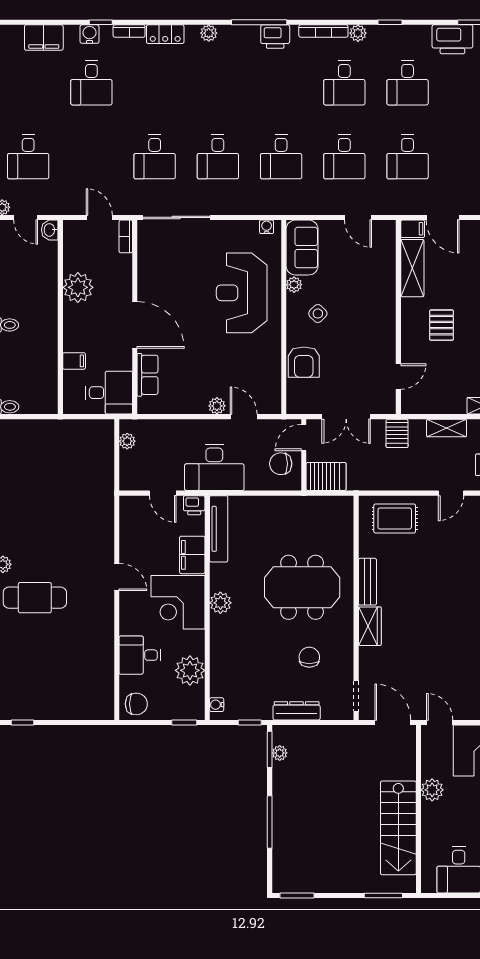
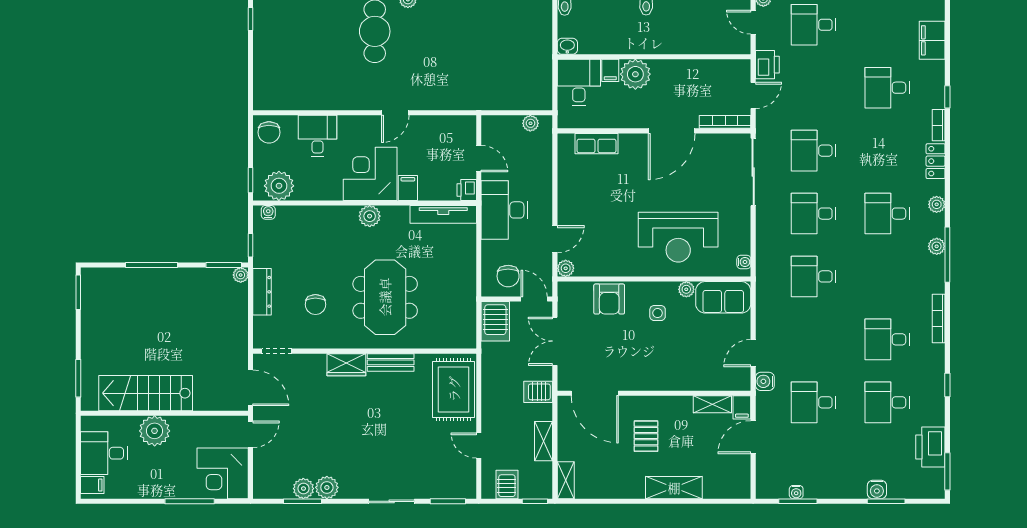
plant: (358, 33) -> (937, 246), moved
water cooler: (90, 34) -> (765, 381), moved, turned 180
printer: (275, 37) -> (767, 65), moved, turned 180
desk: (344, 157) -> (887, 214), moved
door: (26, 217) -> (753, 22), hinge flipped
washbasin: (50, 230) -> (567, 46), moved
bookcase: (126, 236) -> (725, 122), width x1.56
shelving: (412, 268) -> (712, 404), width x0.67, depth x0.75
plant: (78, 287) -> (635, 74), moved
reception desk: (242, 293) -> (678, 237), turned 180
side table: (318, 314) -> (658, 313), turned 45
door: (135, 325) -> (672, 131), moved
pallet: (442, 325) -> (646, 436), turned 90
armchair: (304, 362) -> (609, 299), turned -90
door: (398, 377) -> (595, 393), width x1.88
desk: (109, 393) -> (579, 82), moved, turned 180
plant: (217, 406) -> (566, 268), moved
chair: (281, 464) -> (508, 276), turned 180
door: (163, 493) -> (479, 159), swing flipped
rug: (395, 518) -> (454, 389), width x1.36, depth x1.43
filing cabinet: (192, 555) -> (408, 188), width x0.50
chair: (309, 657) -> (315, 305), turned 90
plant: (190, 670) -> (279, 186), moved
door: (393, 722) -> (251, 388), hinge flipped
plant: (280, 753) -> (241, 275), moved
plant: (432, 790) -> (155, 431), moved, width x1.36, depth x1.36

